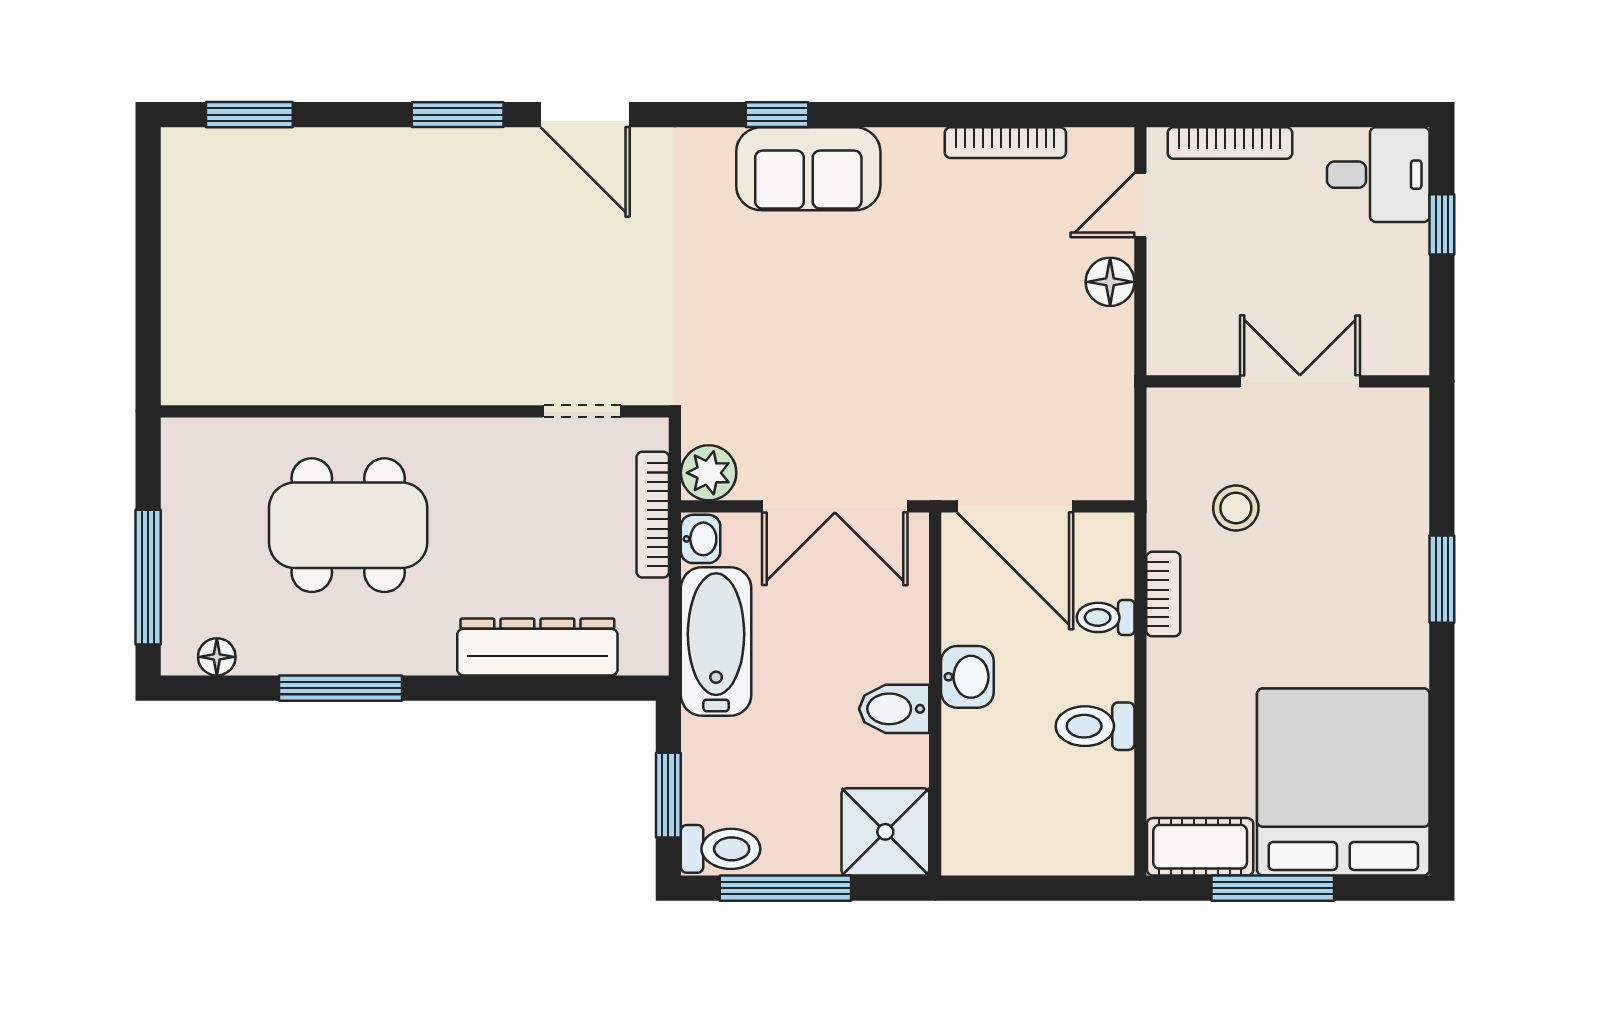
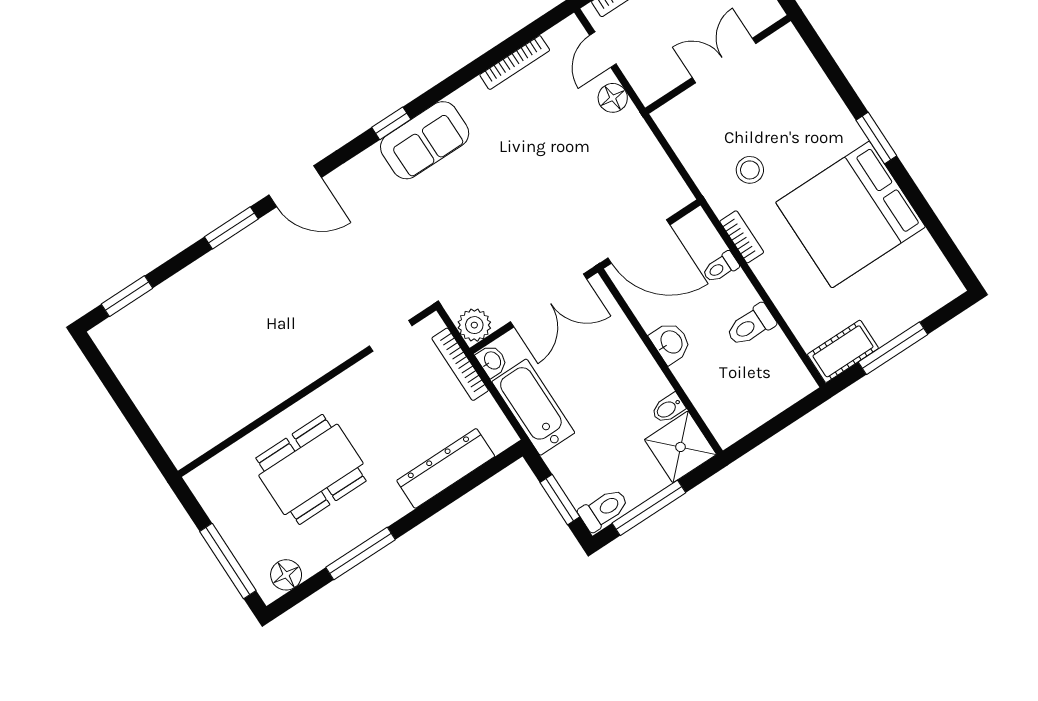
wall: (1288, 381) -> (718, 64), moved
double door: (1300, 381) -> (724, 60), moved
floor lamp: (217, 657) -> (286, 575), width x1.37, depth x1.37
bidet: (894, 709) -> (668, 408), moved, width x0.72, depth x0.74
bed: (1343, 782) -> (851, 215), moved, turned -90

